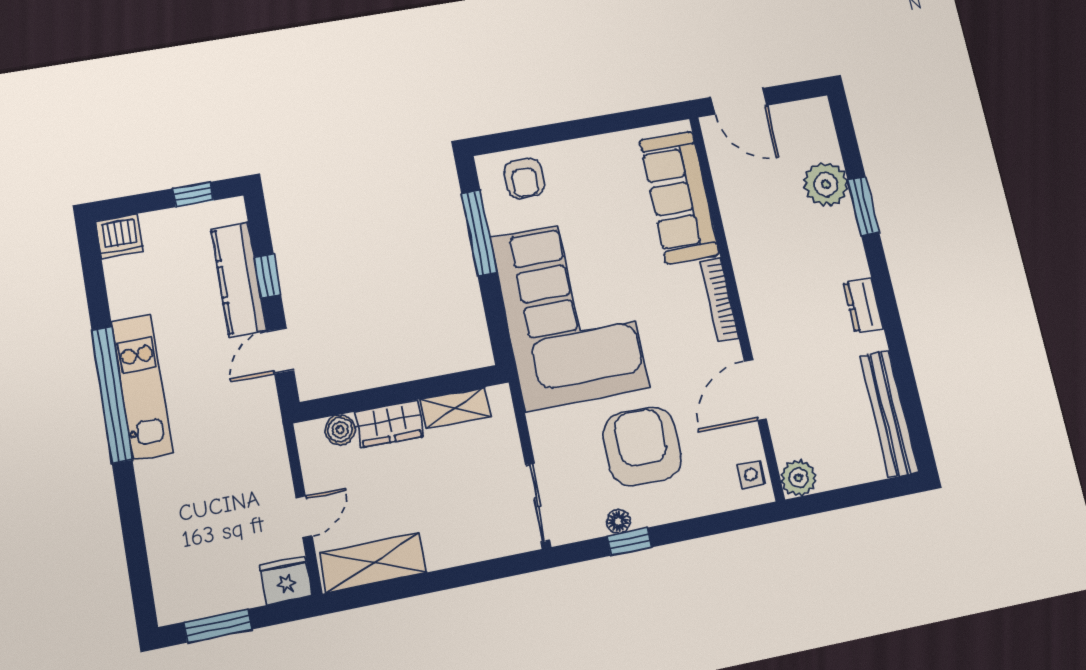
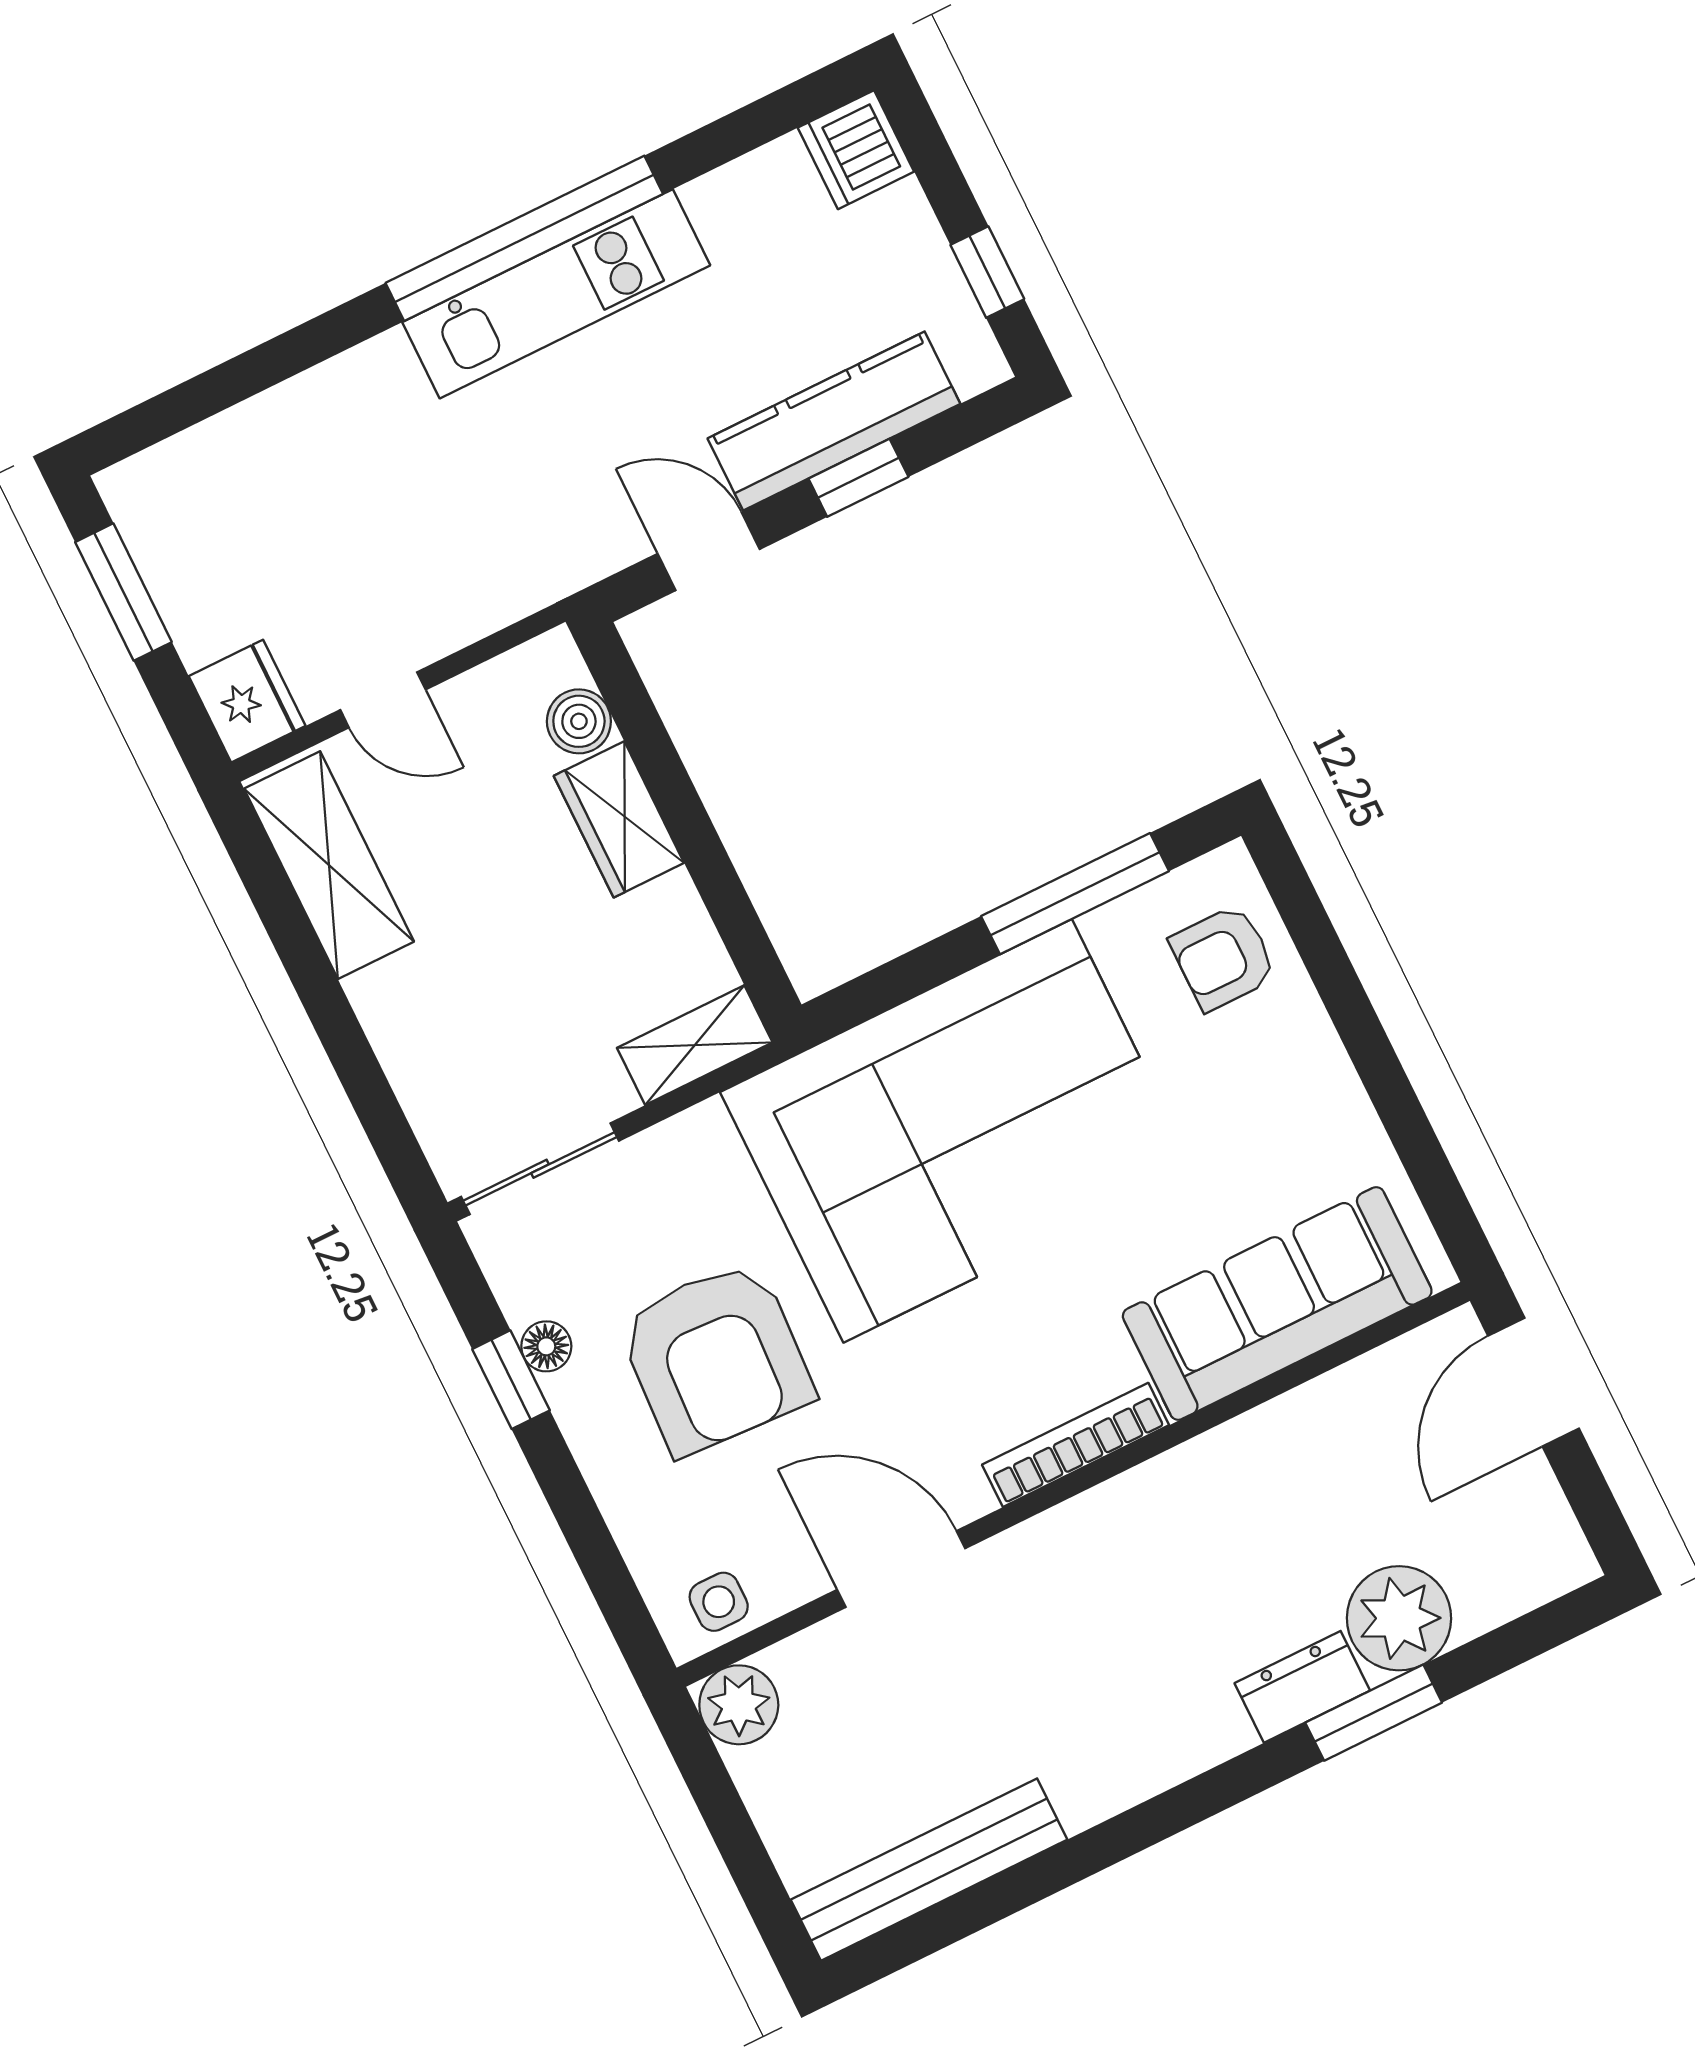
dresser: (863, 305) -> (1302, 1687), moved
shelving: (455, 408) -> (695, 1045), moved, turned 90
armchair: (642, 446) -> (716, 1358), turned 93

